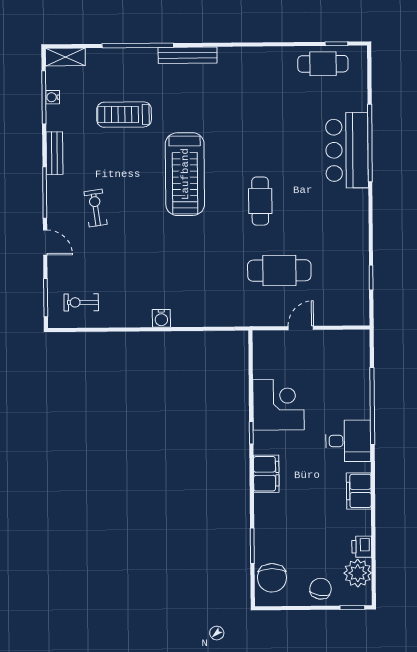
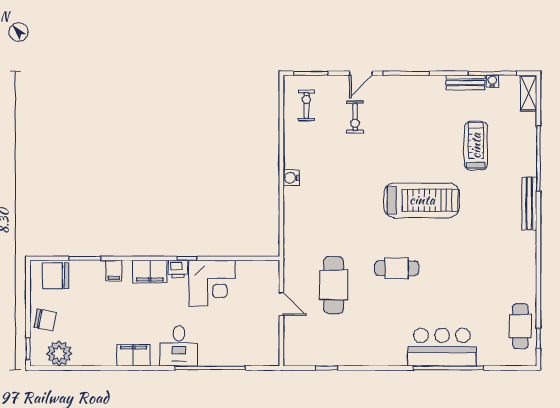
bench: (55, 153) -> (465, 82), moved
treadmill: (185, 174) -> (422, 200), turned 180
exercise bike: (96, 208) -> (355, 117), moved, turned 98
filing cabinet: (266, 513) -> (114, 271), added
printer: (362, 547) -> (178, 269), moved, turned 180

